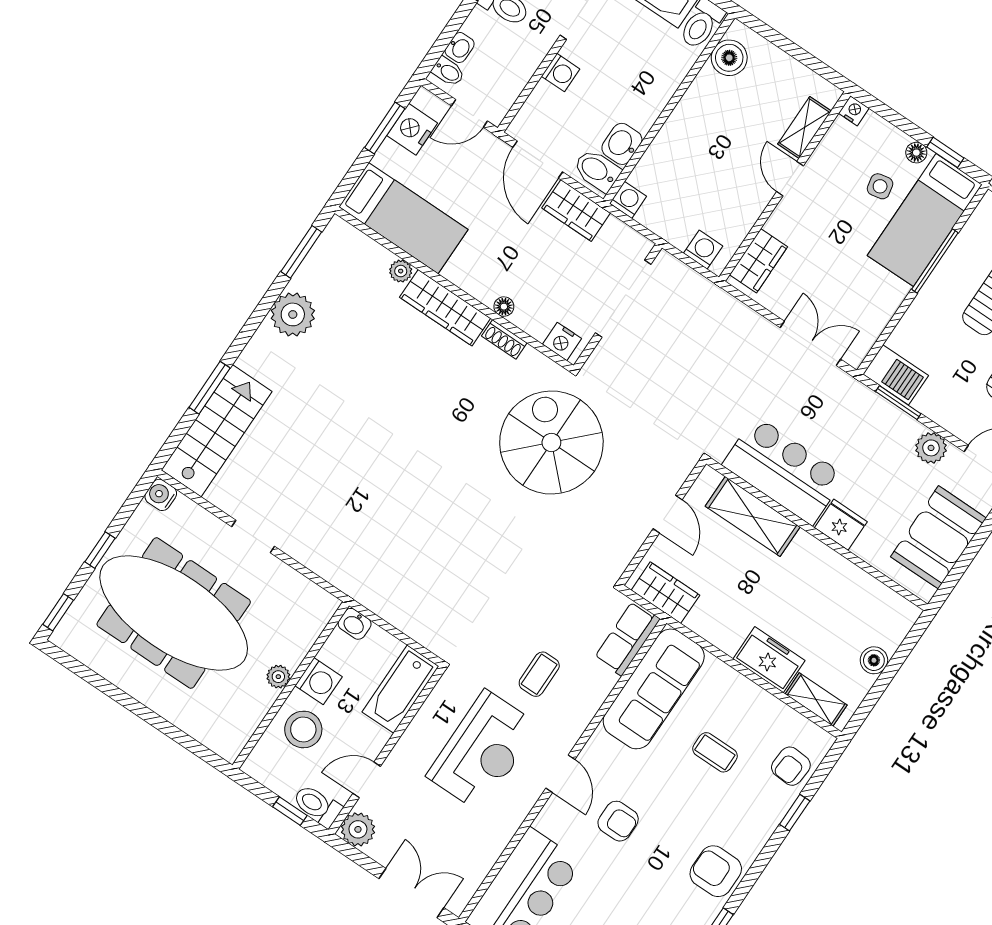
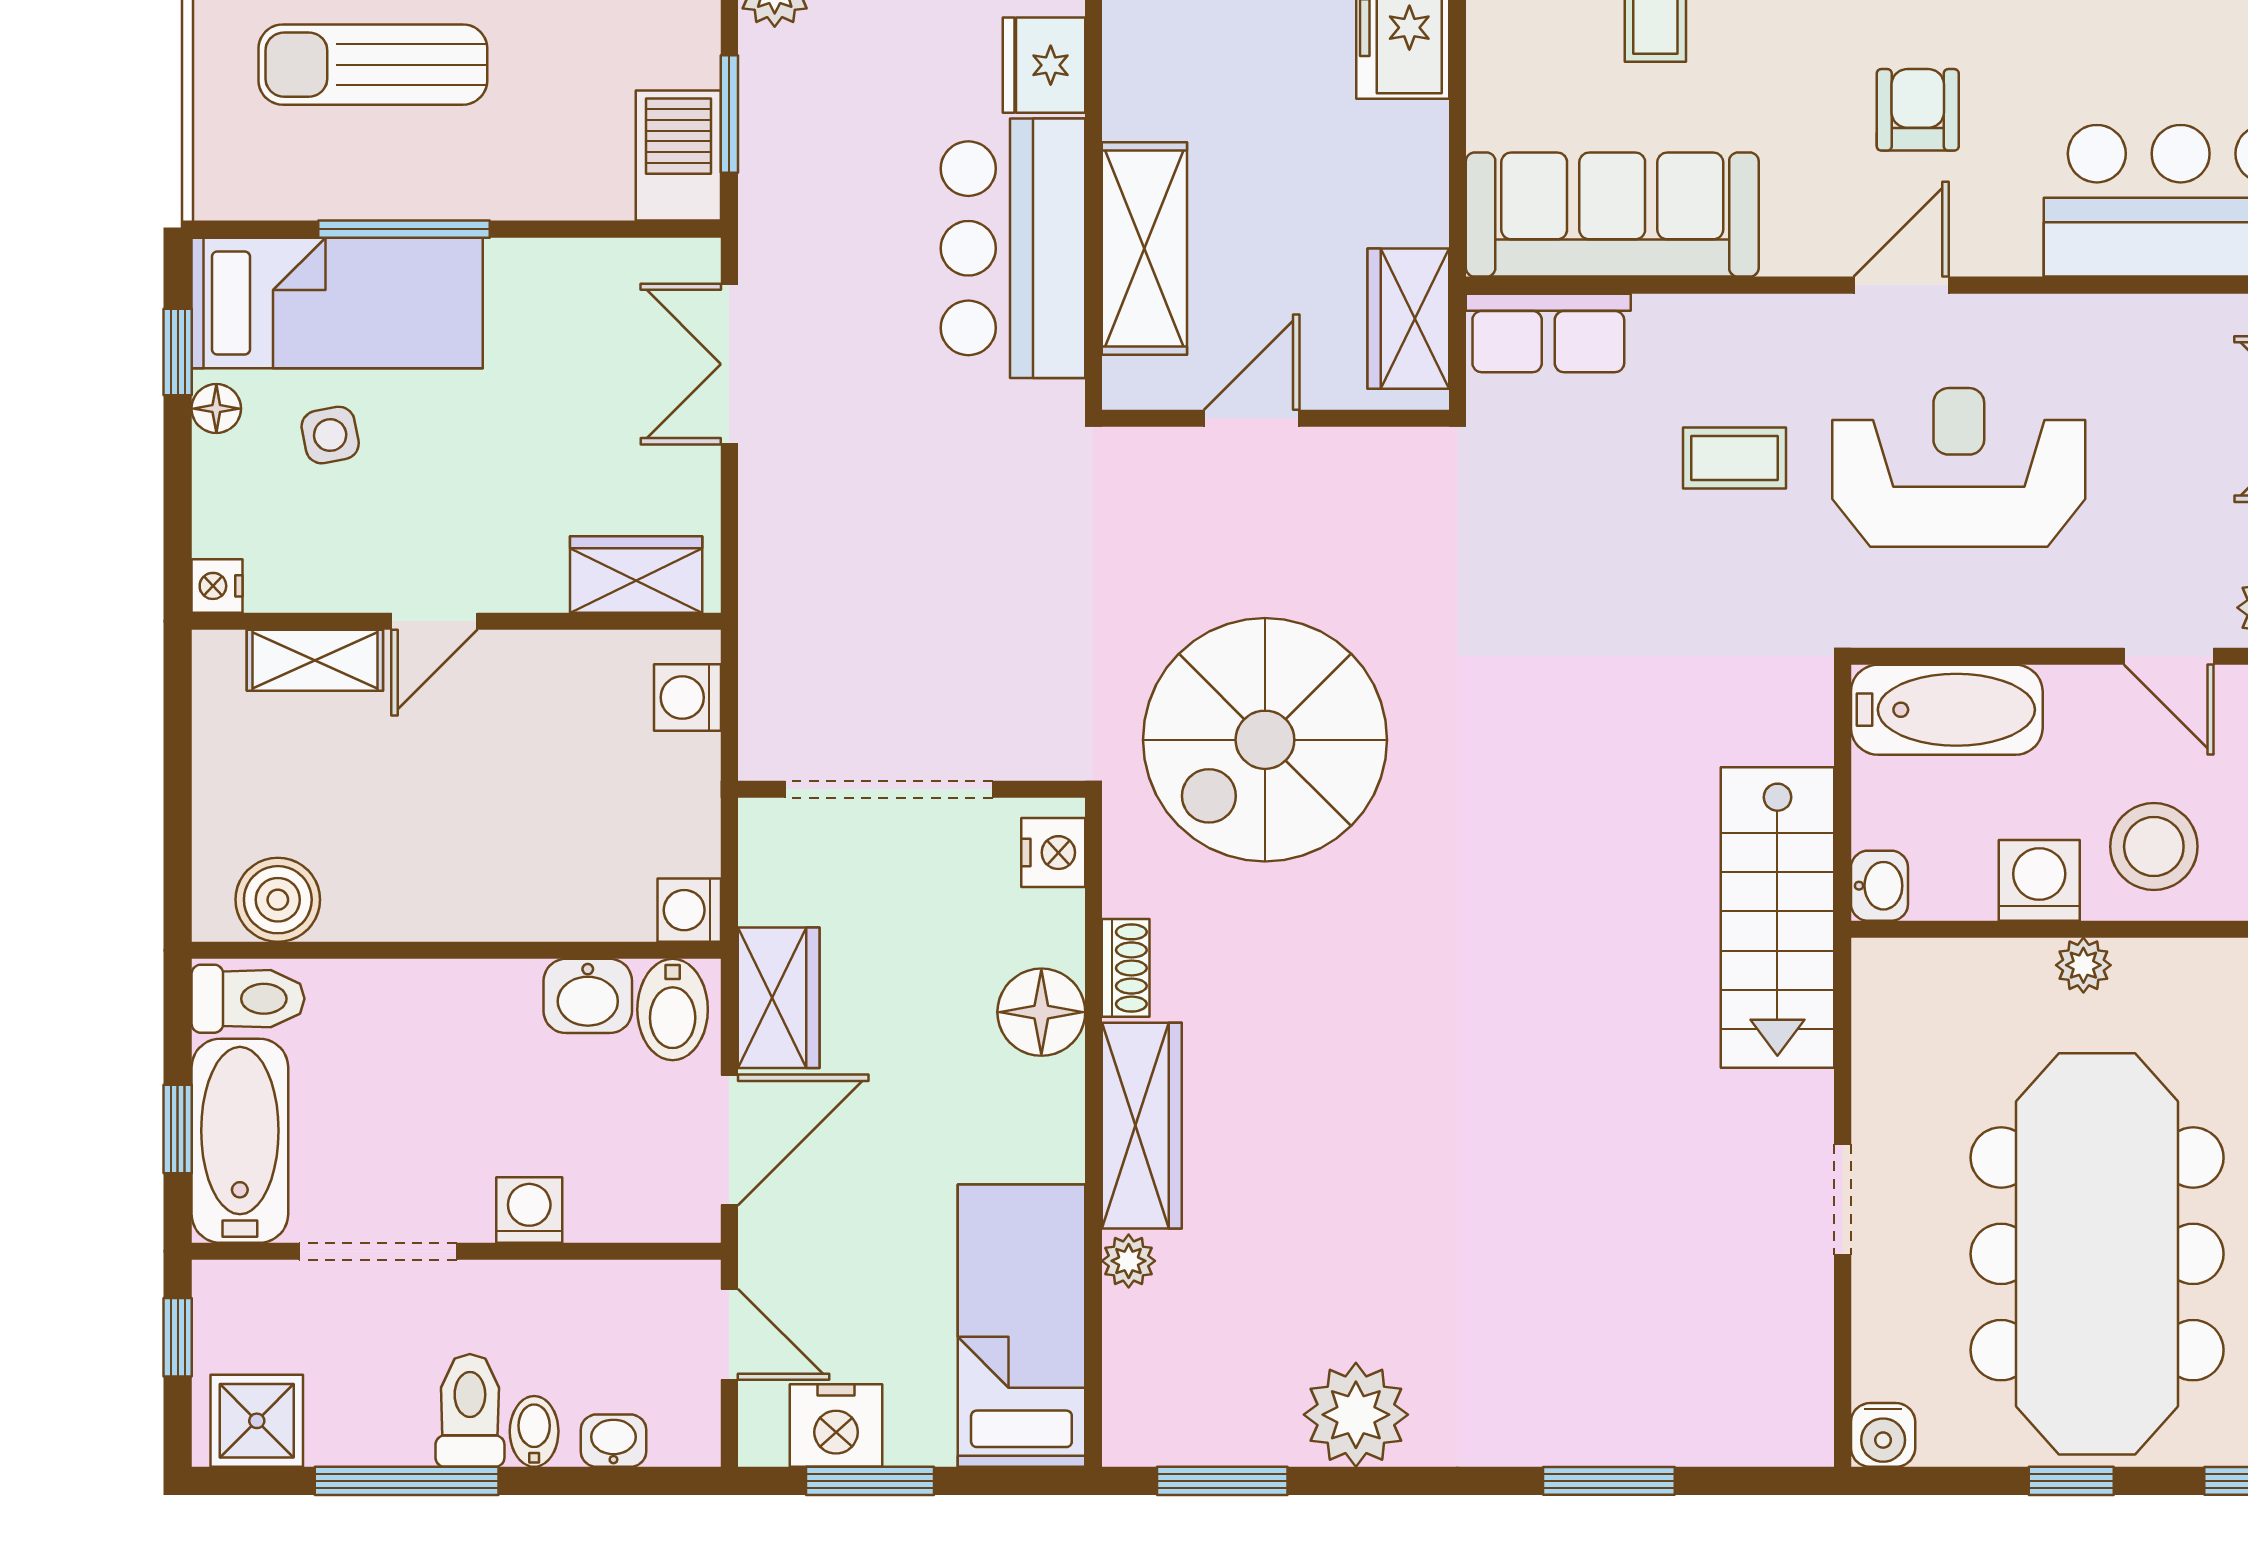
bidet: (448, 72) -> (534, 1431), moved
floor lamp: (504, 307) -> (1041, 1012), width x1.89, depth x1.89
stairs: (217, 431) -> (1777, 917), moved, turned -90

